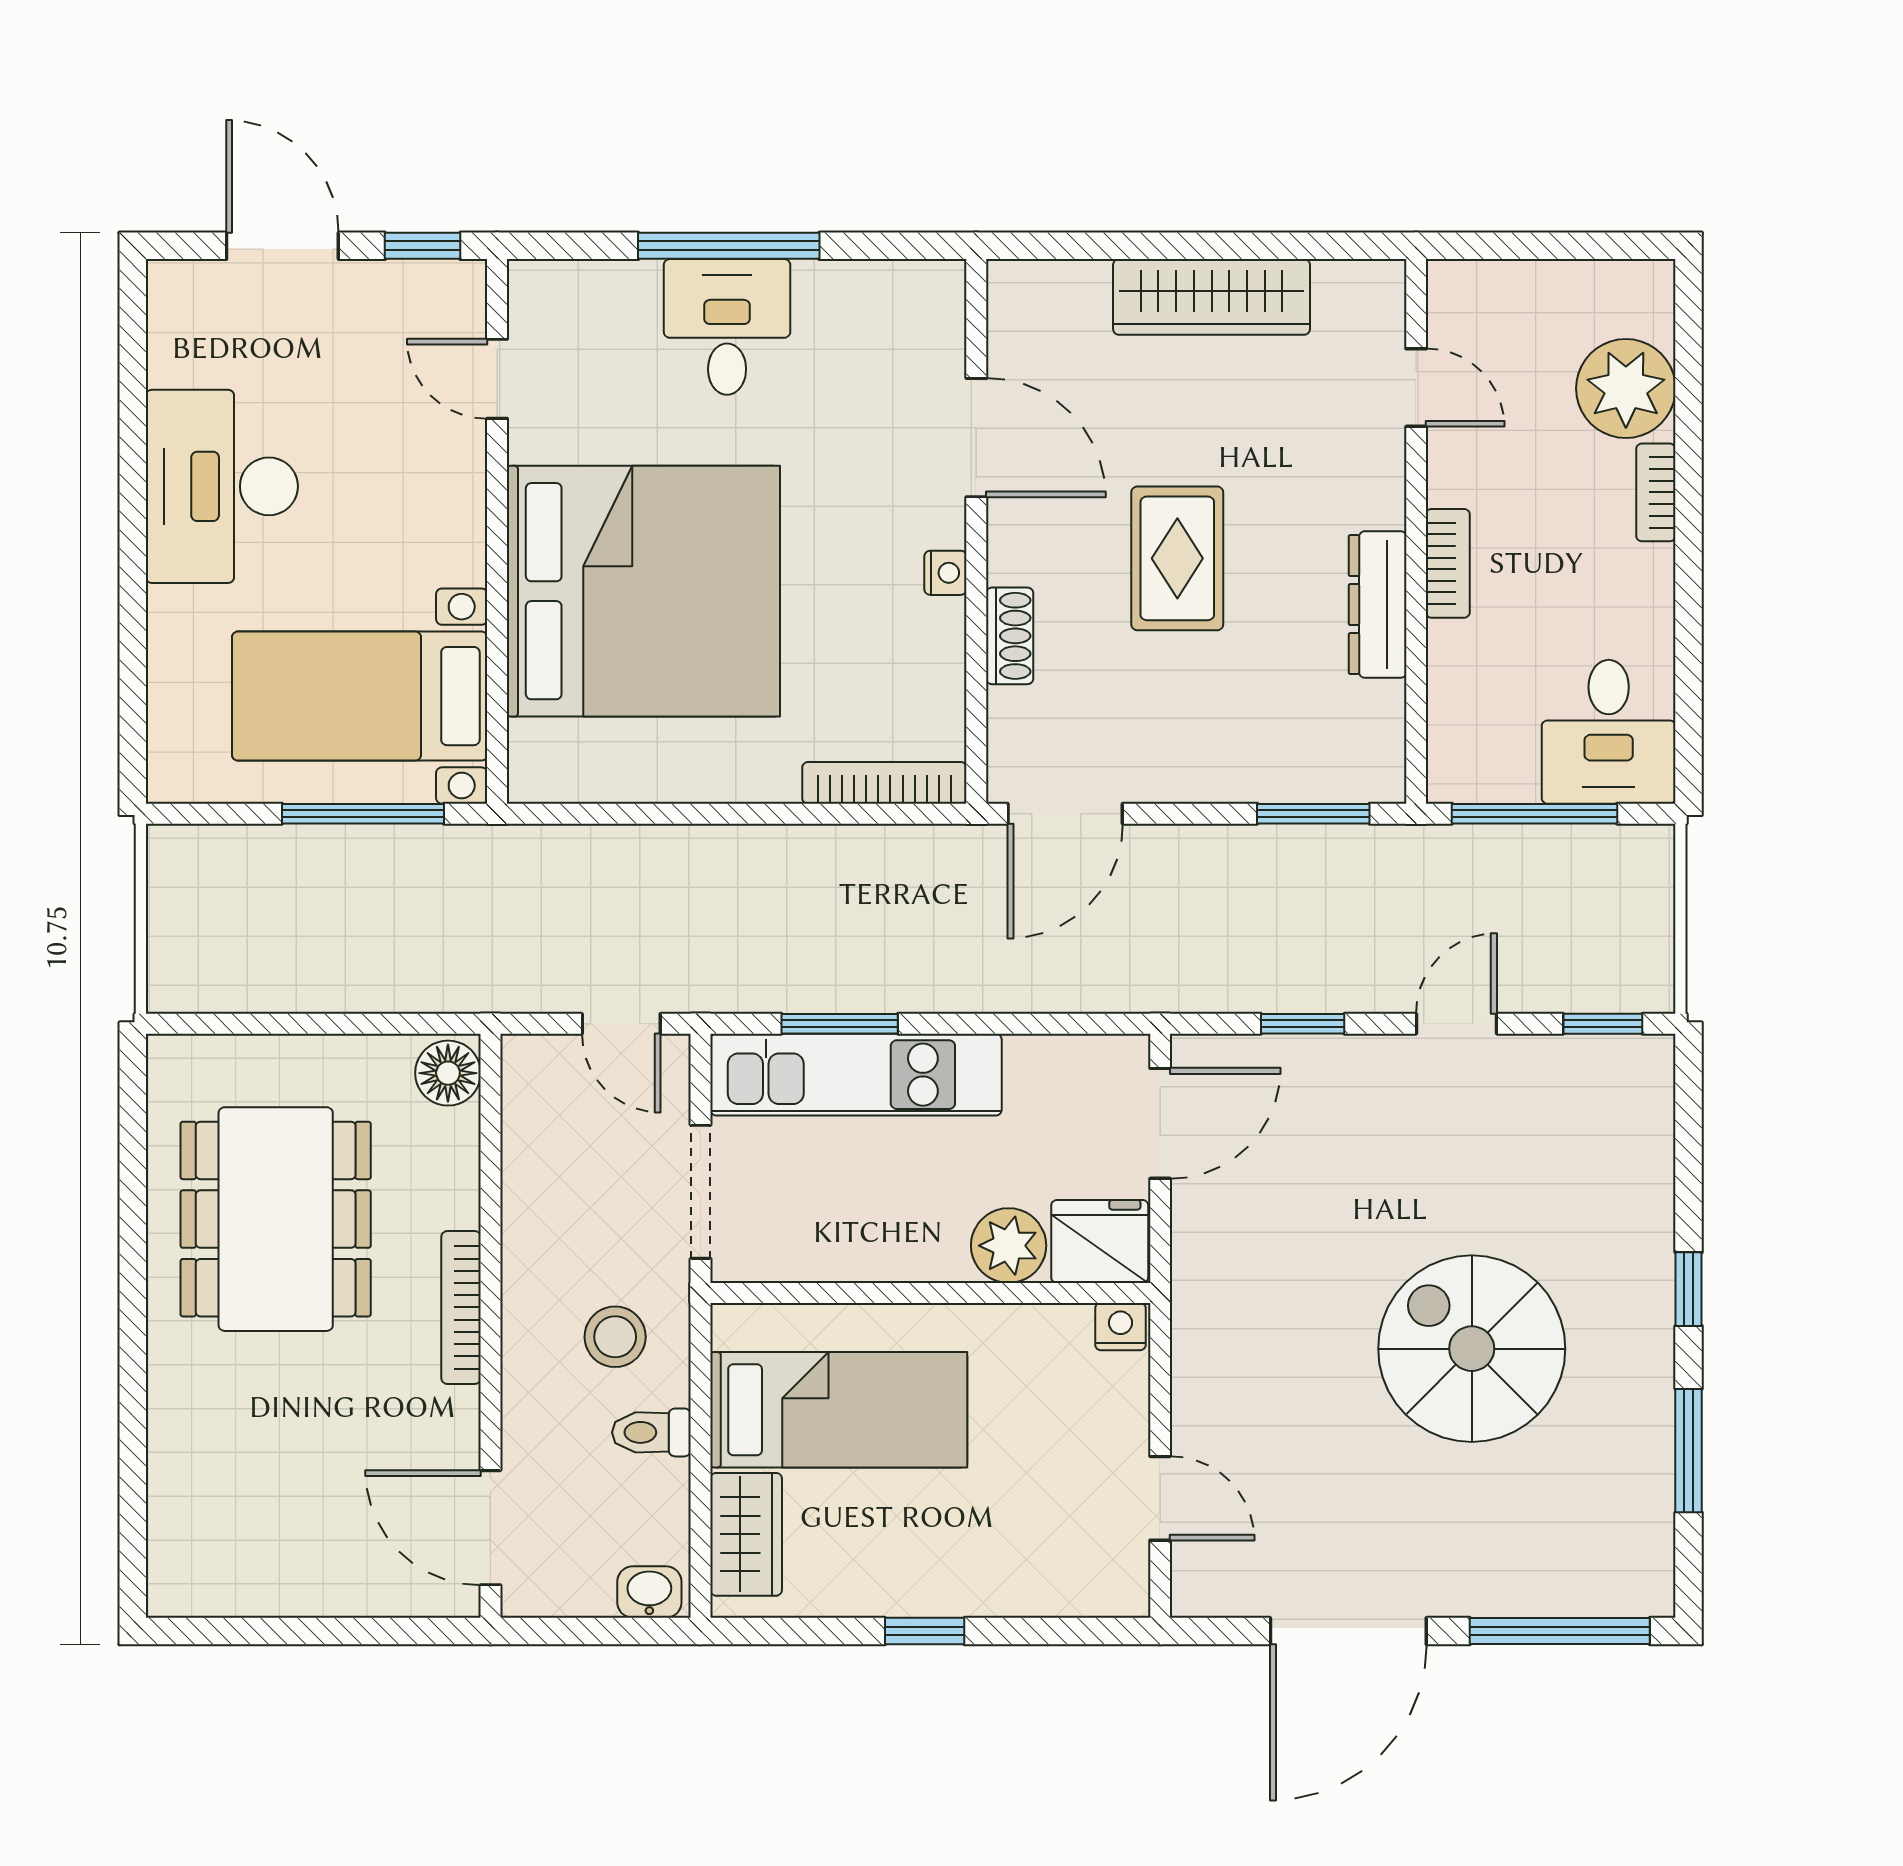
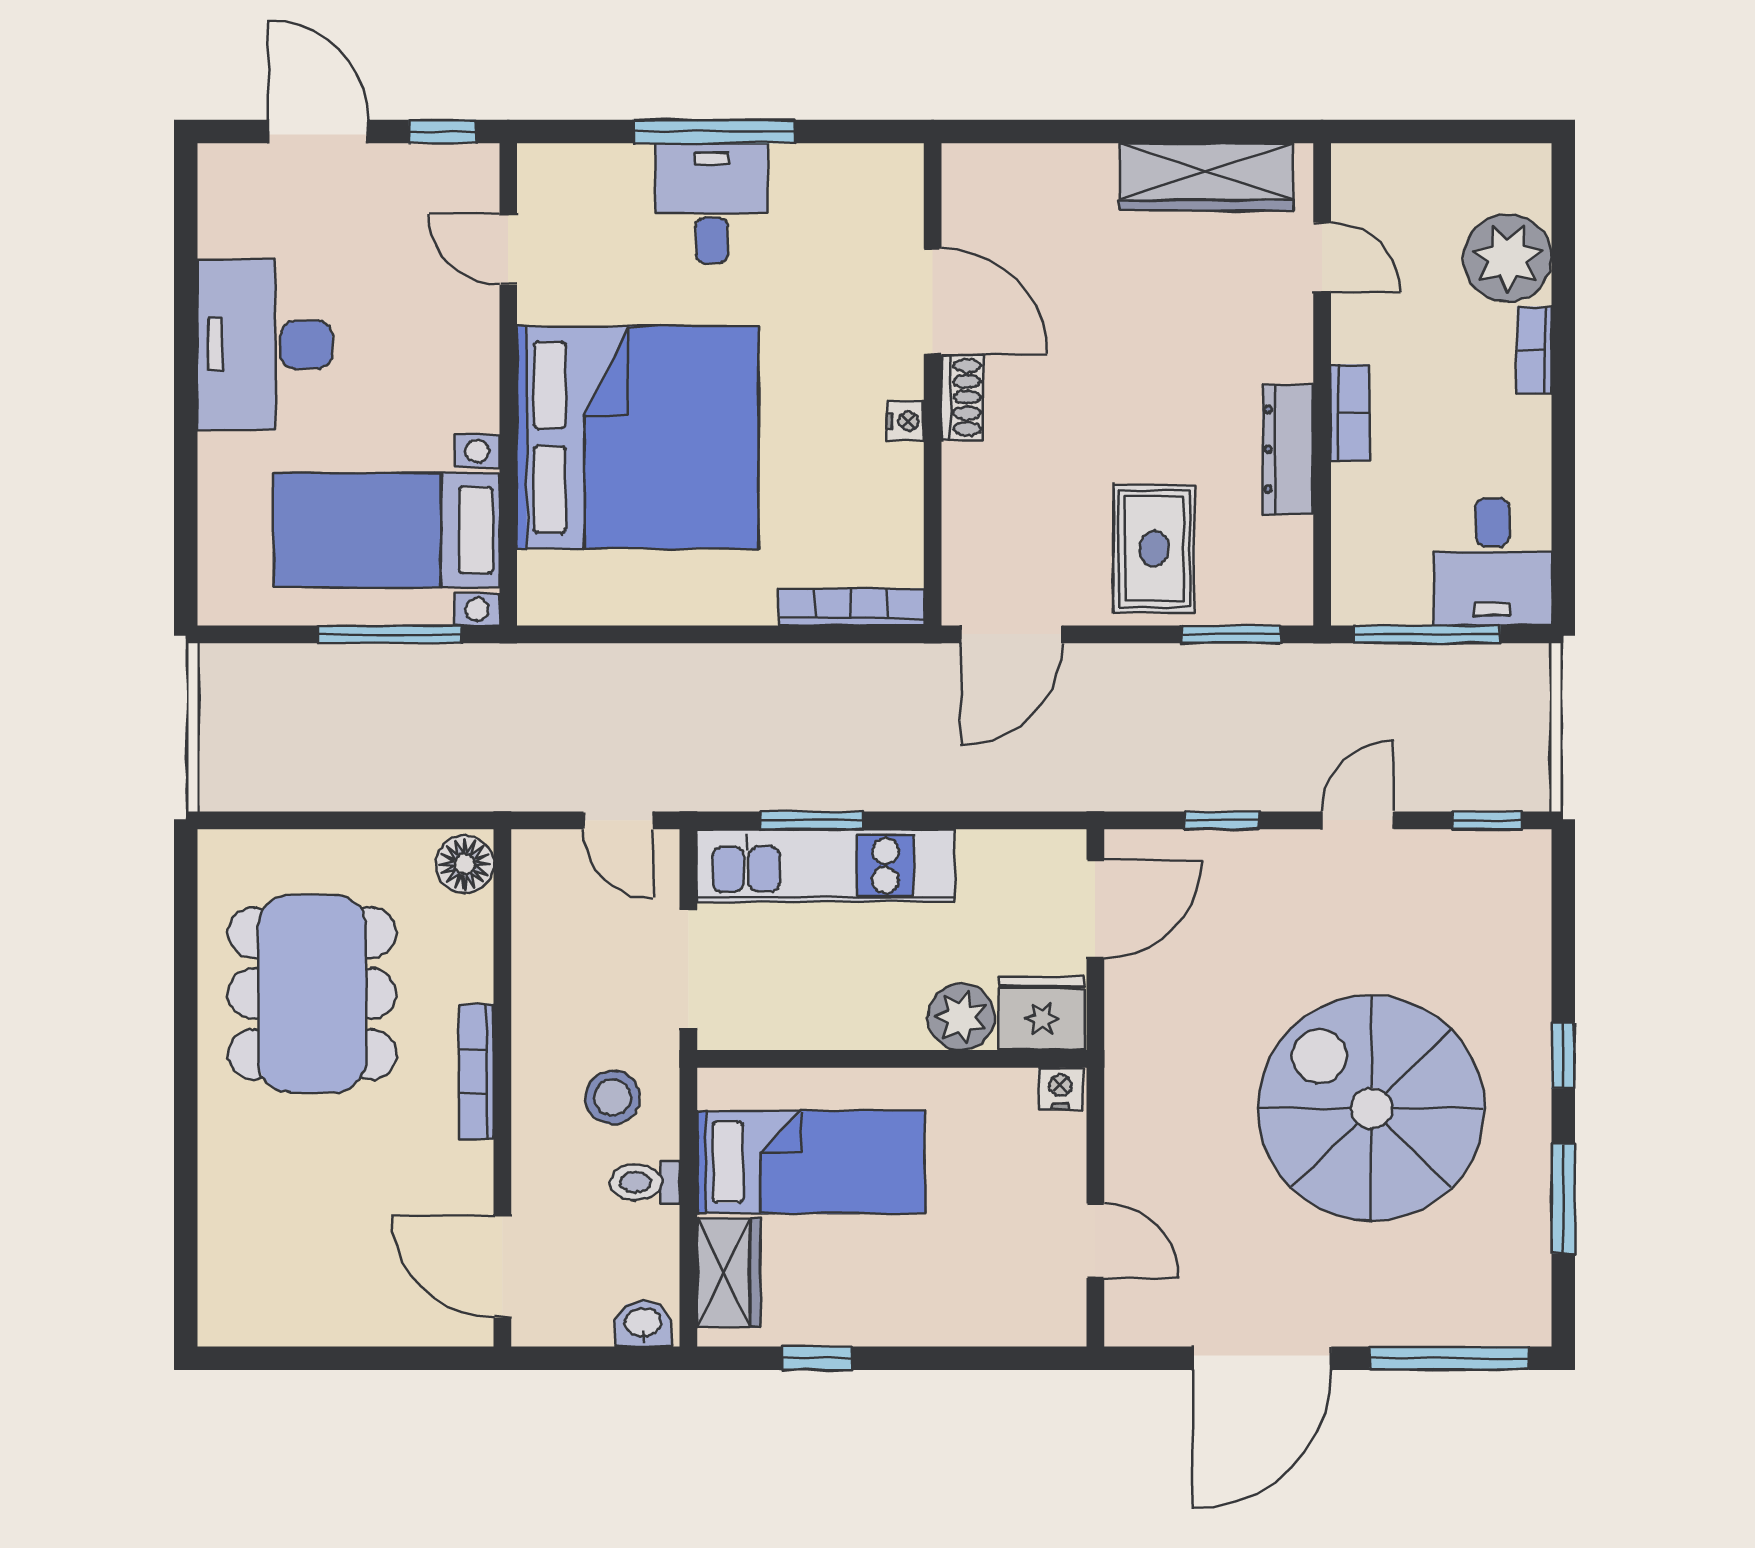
wardrobe: (1212, 297) -> (1206, 177), moved
rug: (1177, 558) -> (1154, 549), moved
shoe rack: (1010, 636) -> (962, 397), moved
spiral stairs: (1472, 1349) -> (1371, 1108), width x1.37, depth x1.37
window: (925, 1631) -> (817, 1358), moved

